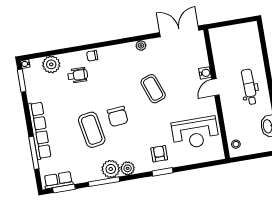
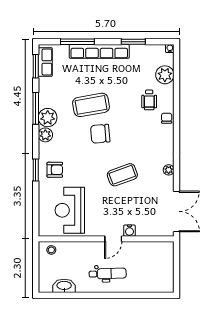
window: (22, 81) -> (133, 42), moved
door: (215, 87) -> (113, 239), swing flipped

